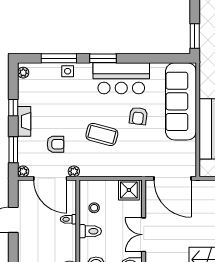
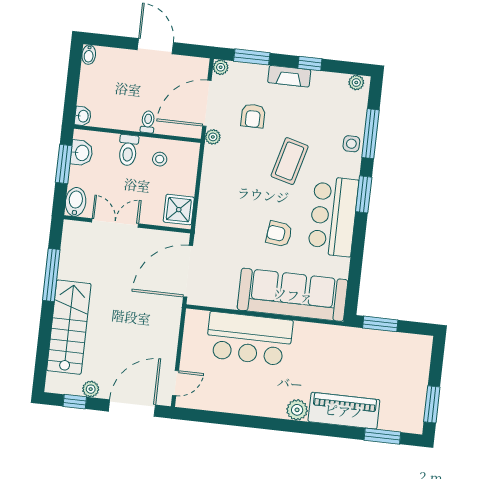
coffee table: (102, 134) -> (290, 161), moved

